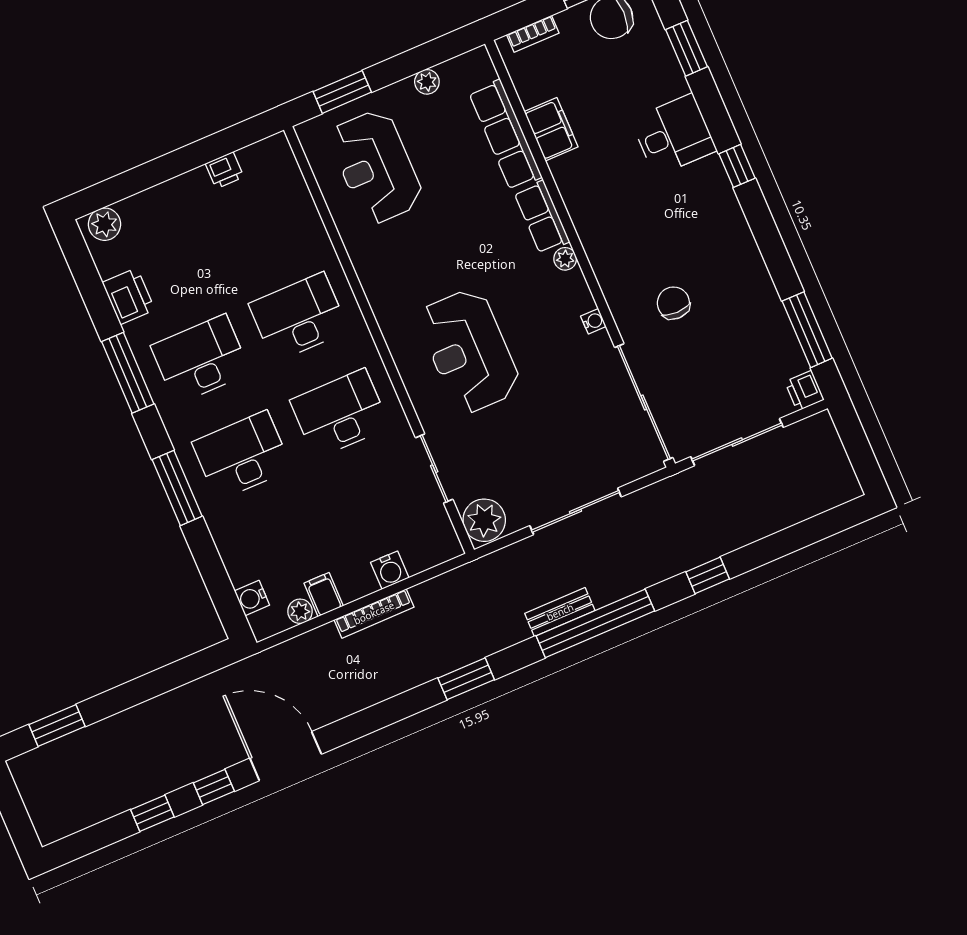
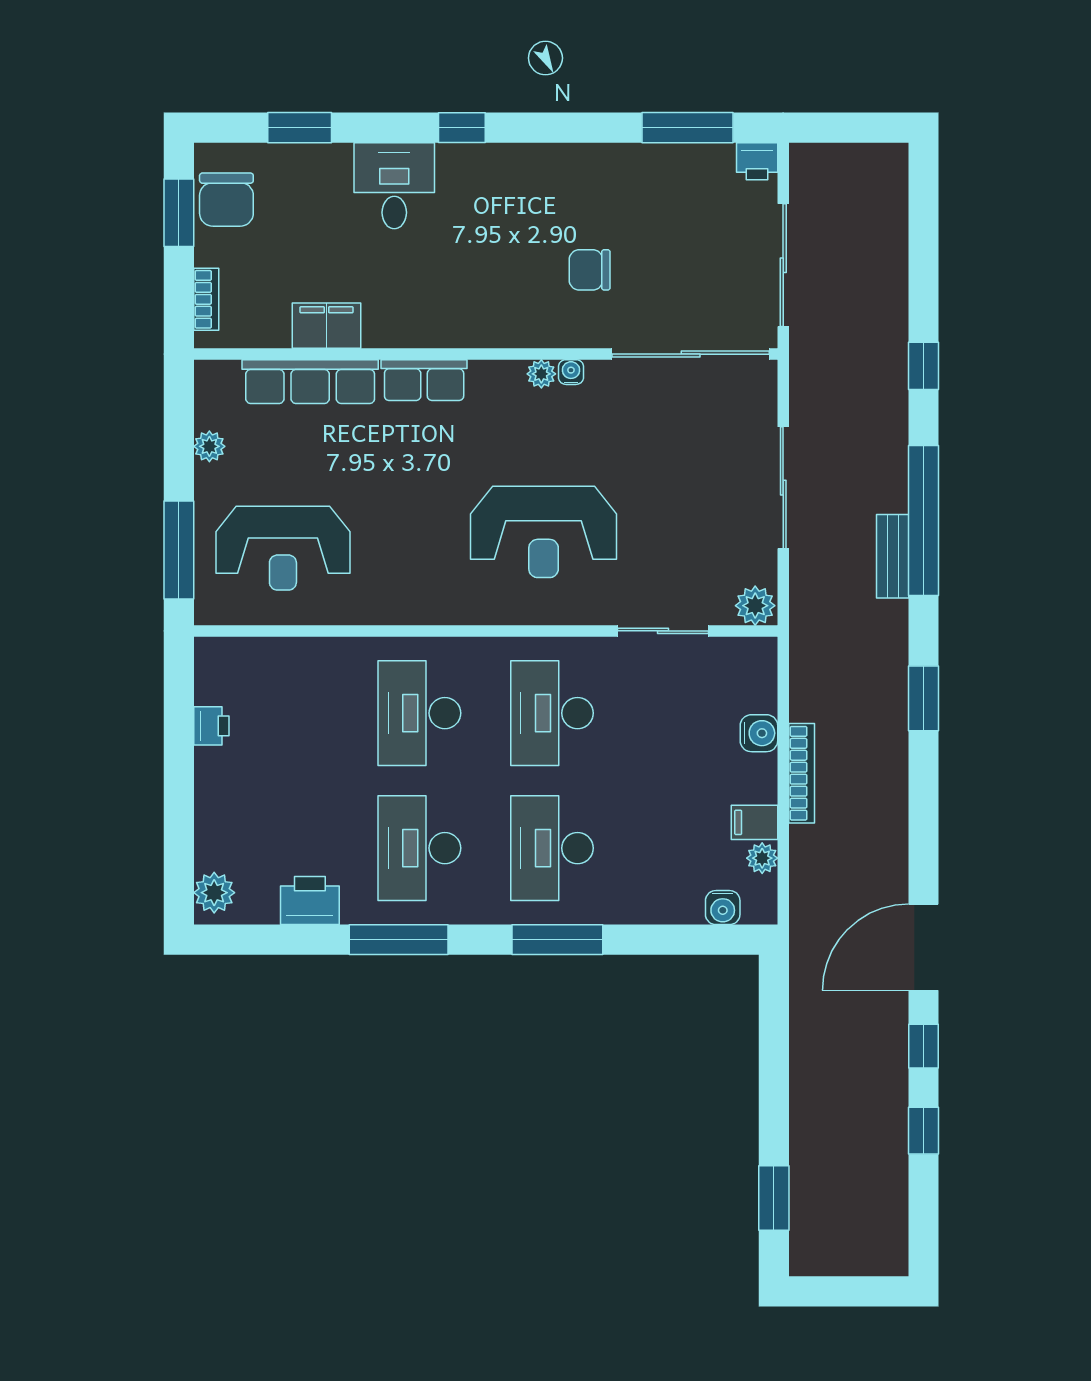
window: (342, 92) -> (179, 550), width x1.44
plant: (565, 259) -> (541, 374), moved
plant: (484, 520) -> (755, 606), width x0.73, depth x0.73

